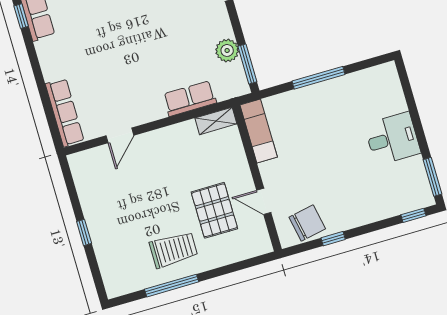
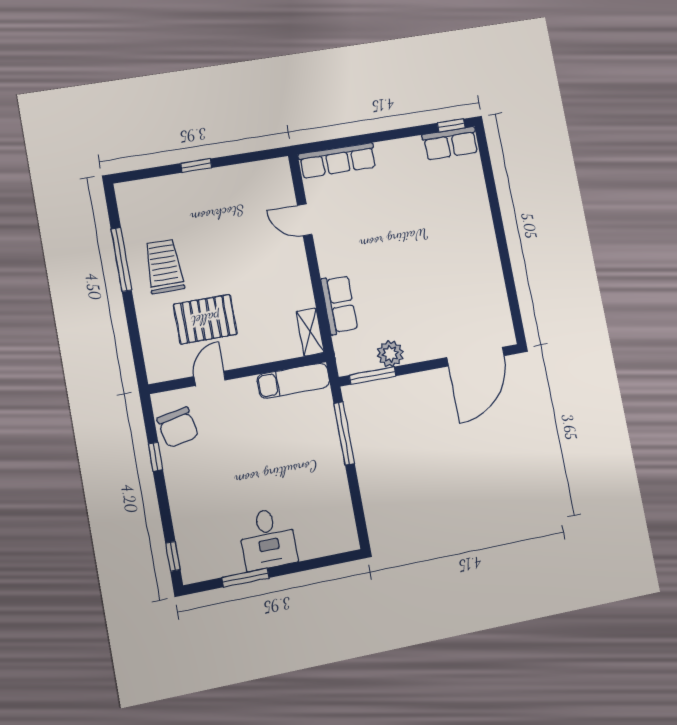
window: (319, 78) -> (344, 433), moved
window: (432, 177) -> (245, 578), moved
trolley: (173, 250) -> (164, 266), turned 180

